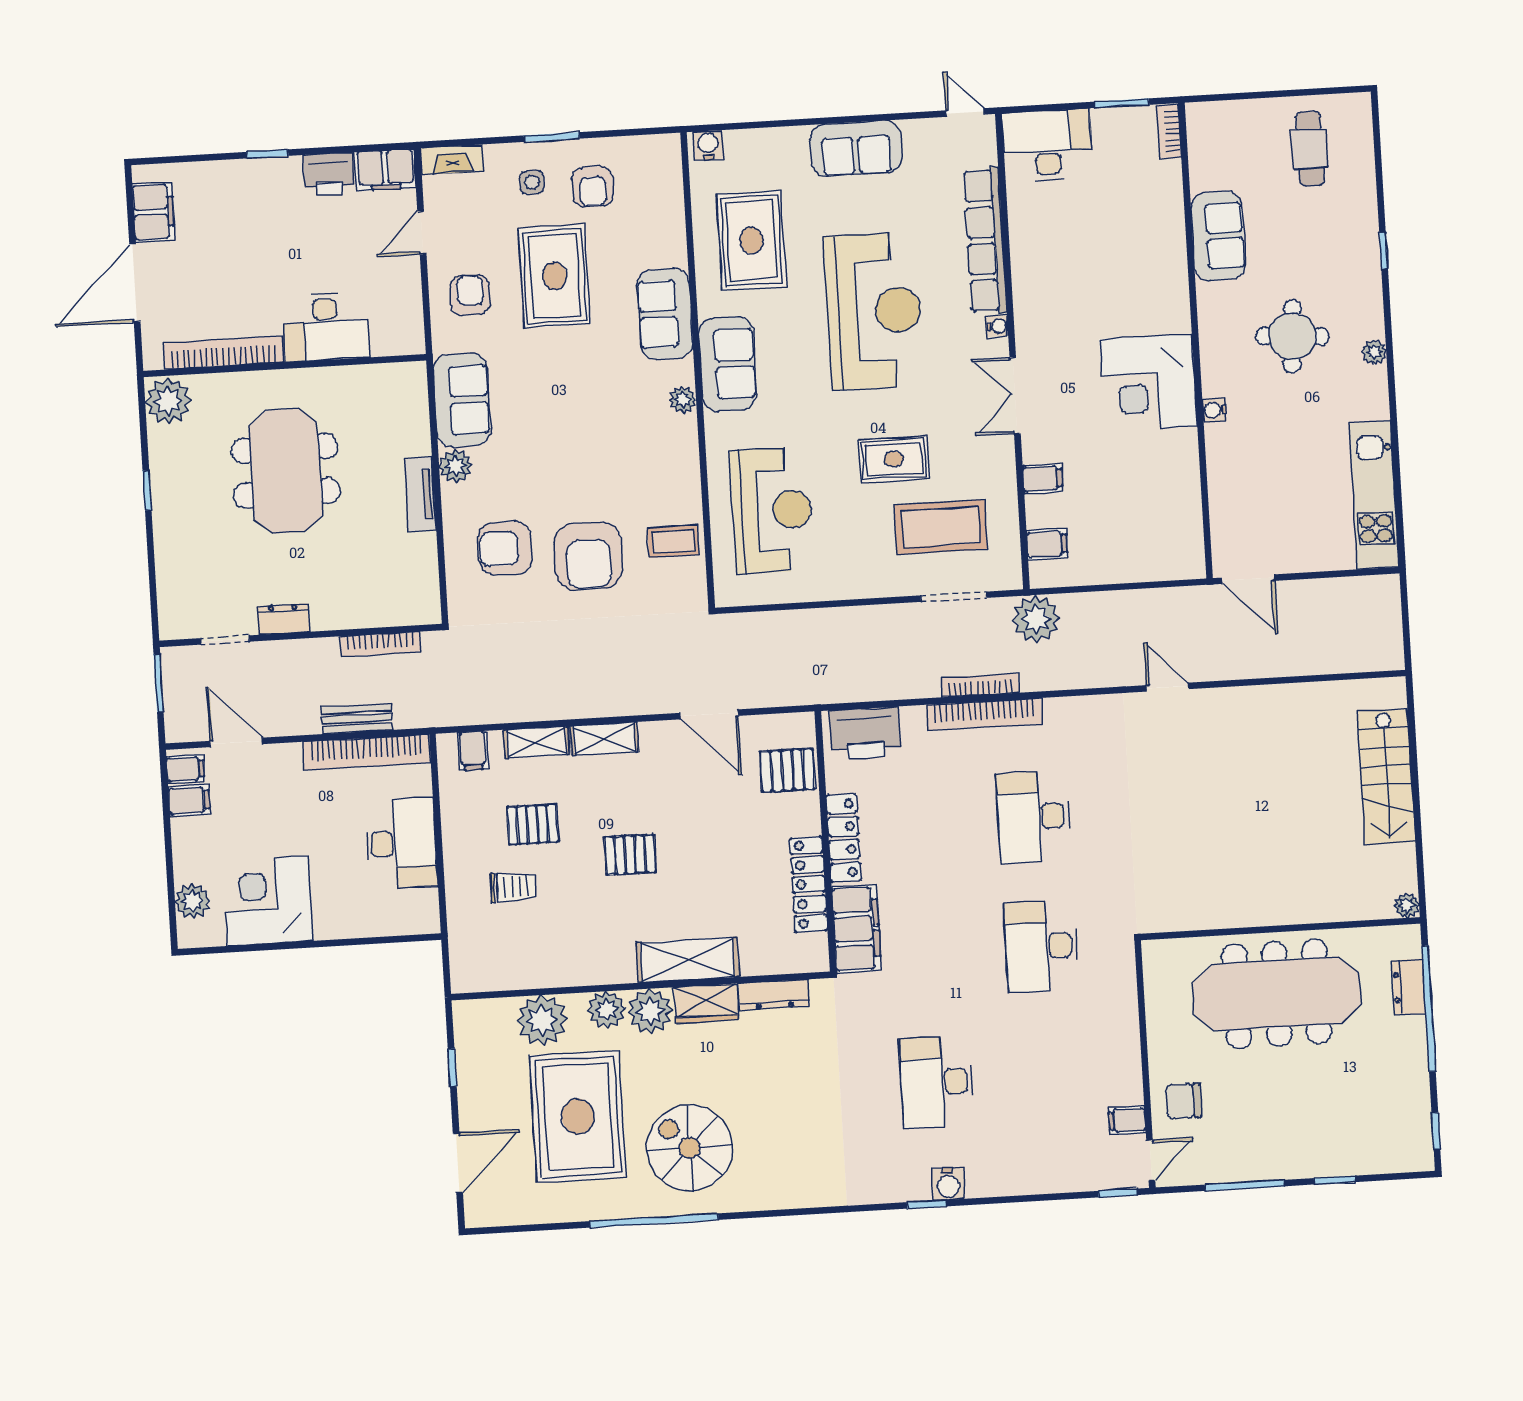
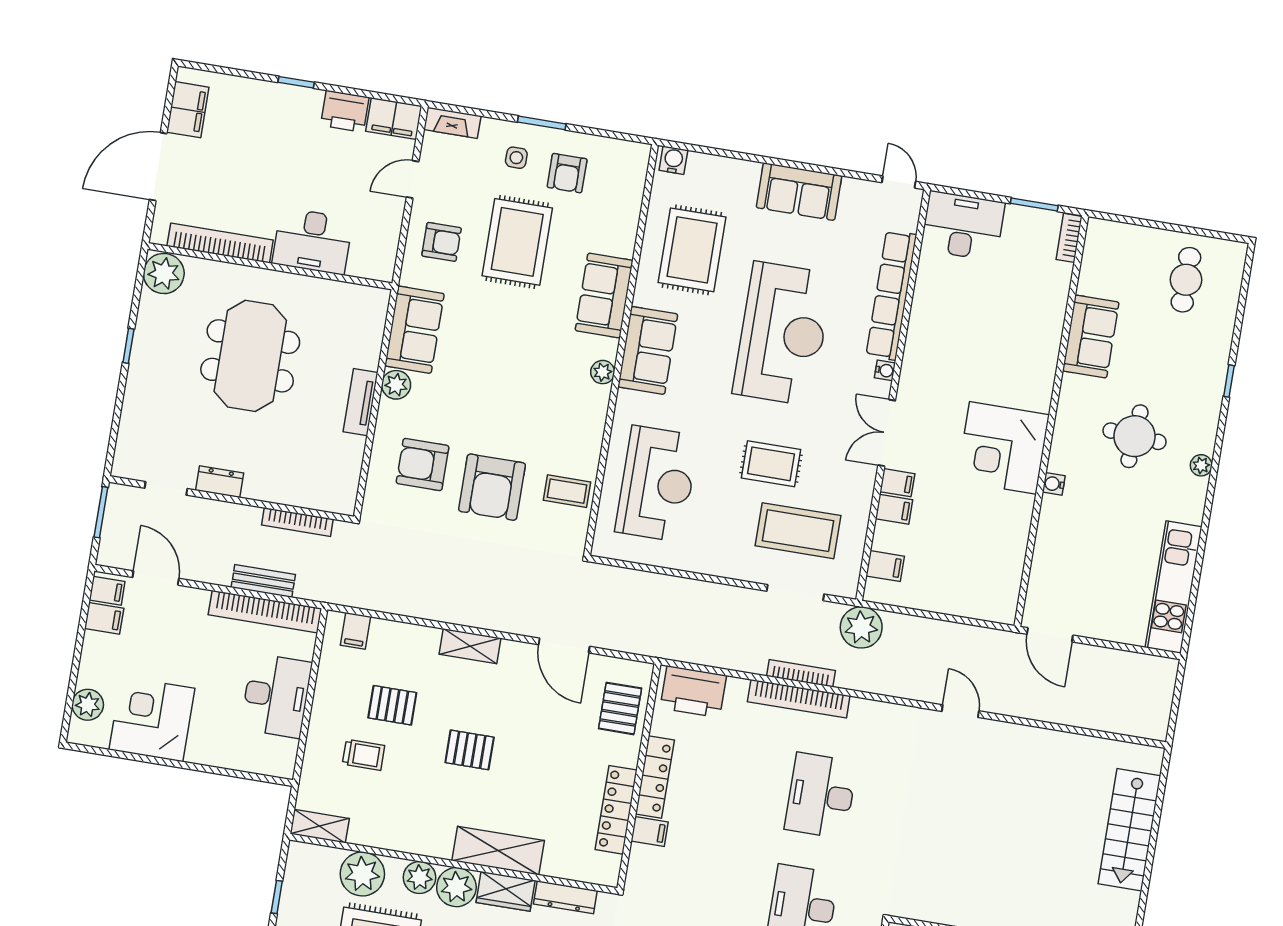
armchair: (470, 295) -> (442, 242), turned 90
filing cabinet: (1039, 448) -> (897, 483), added
shelving: (536, 742) -> (320, 826), moved
pallet: (787, 770) -> (620, 708), turned 90
filing cabinet: (856, 929) -> (650, 832), width x0.33, depth x0.86

